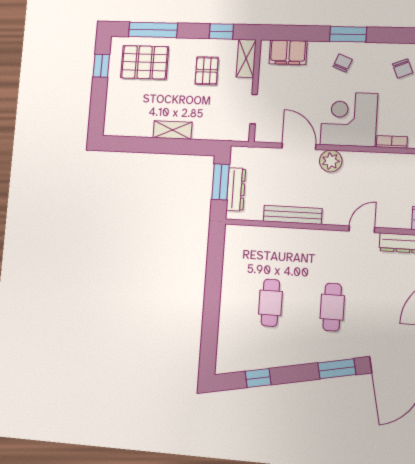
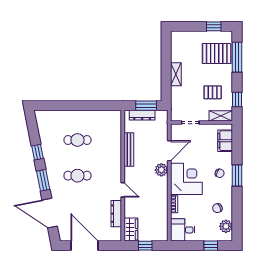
pallet: (145, 62) -> (217, 54), turned 90
window: (258, 378) -> (38, 152), moved

